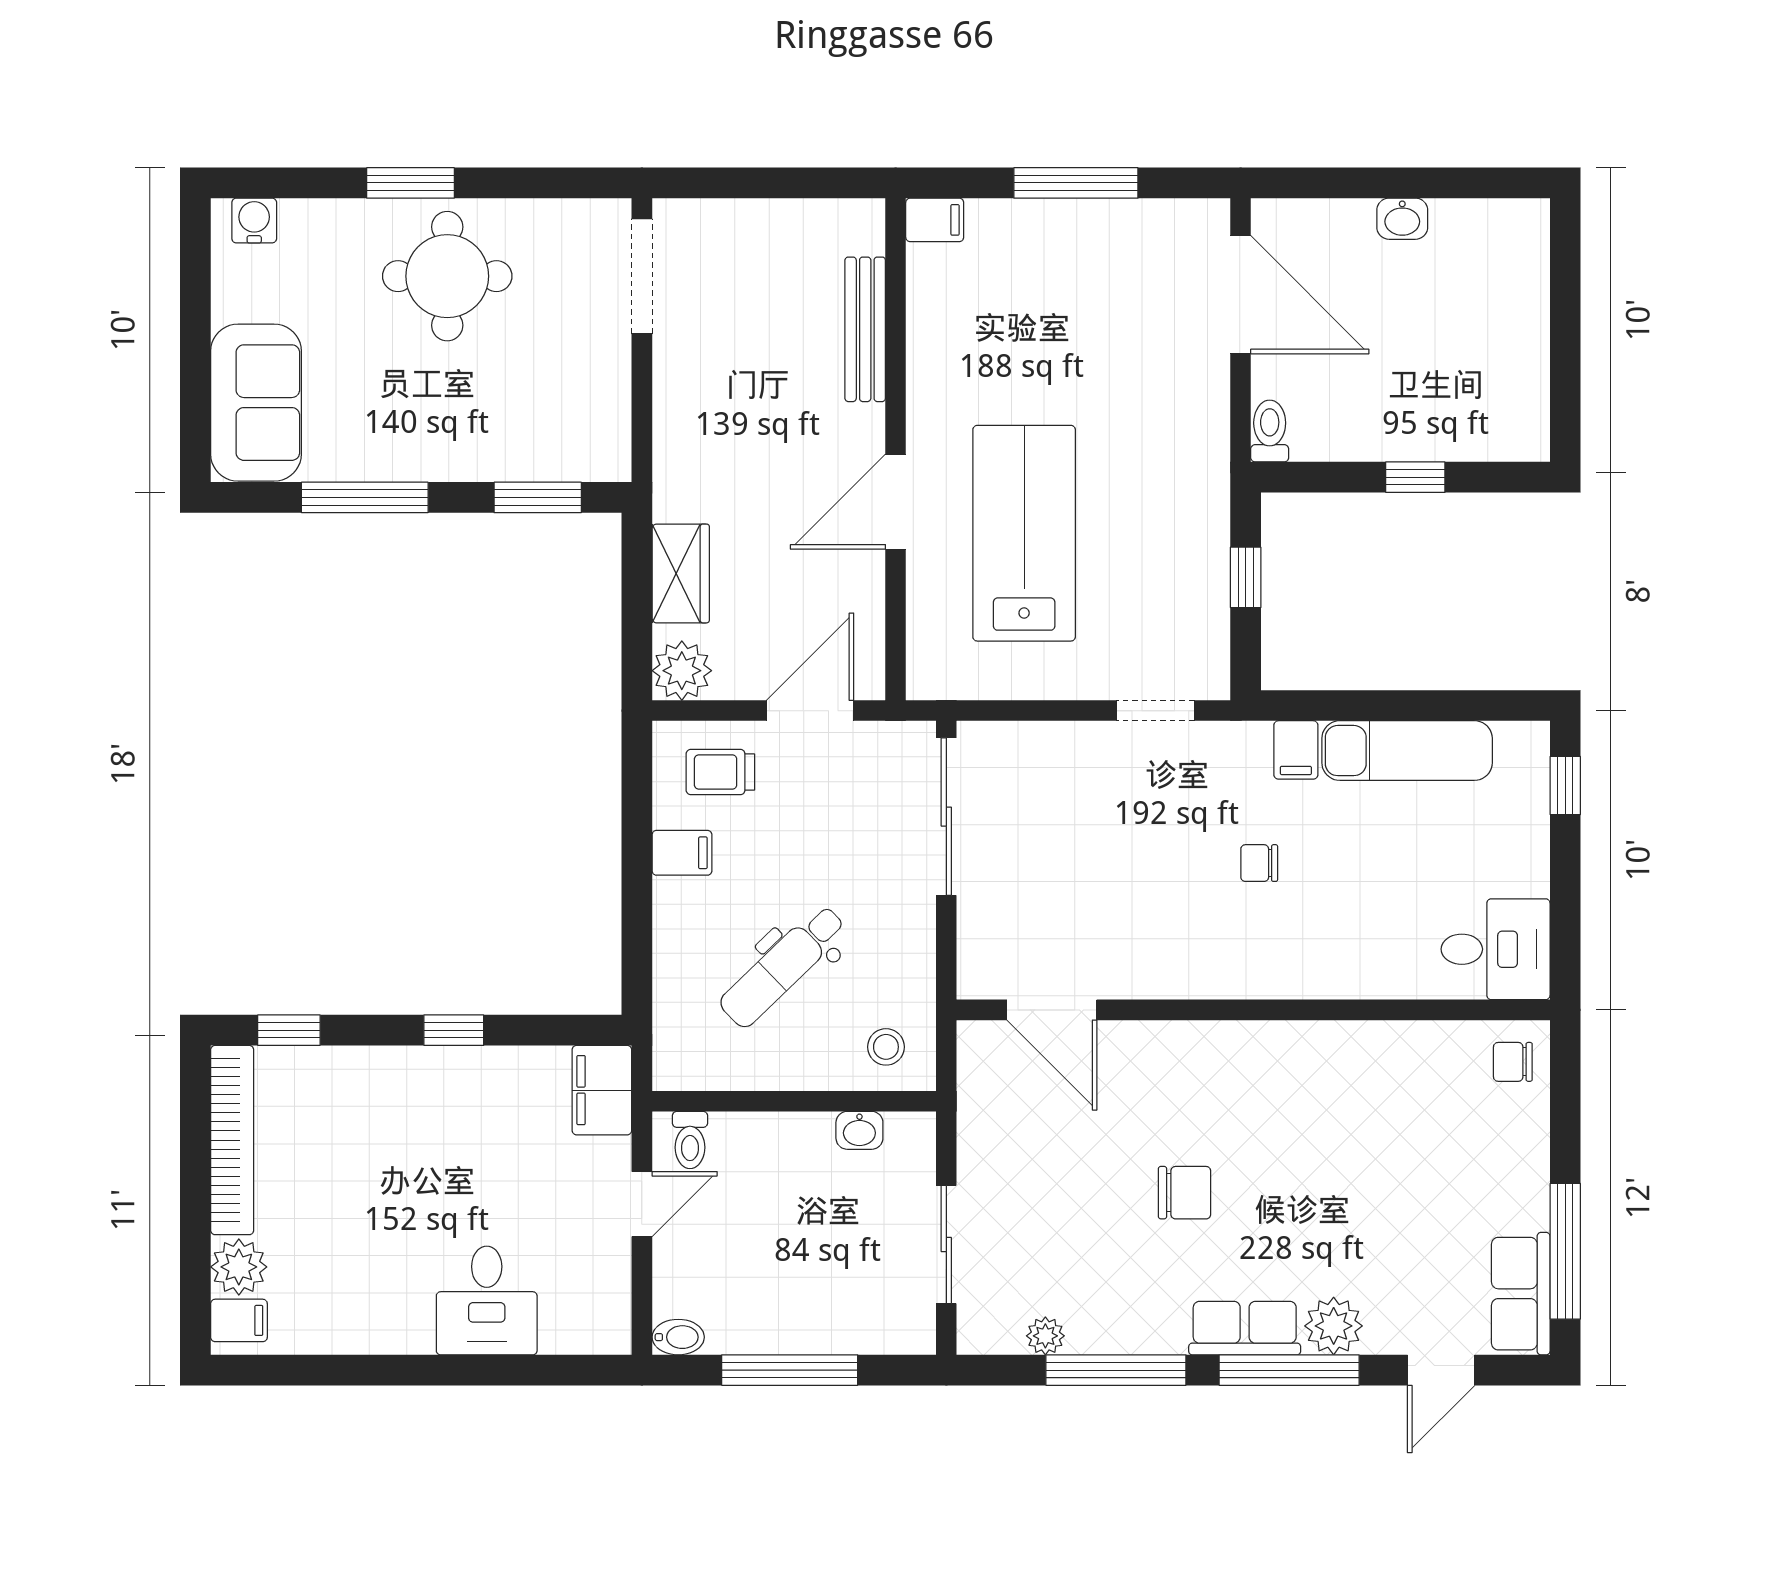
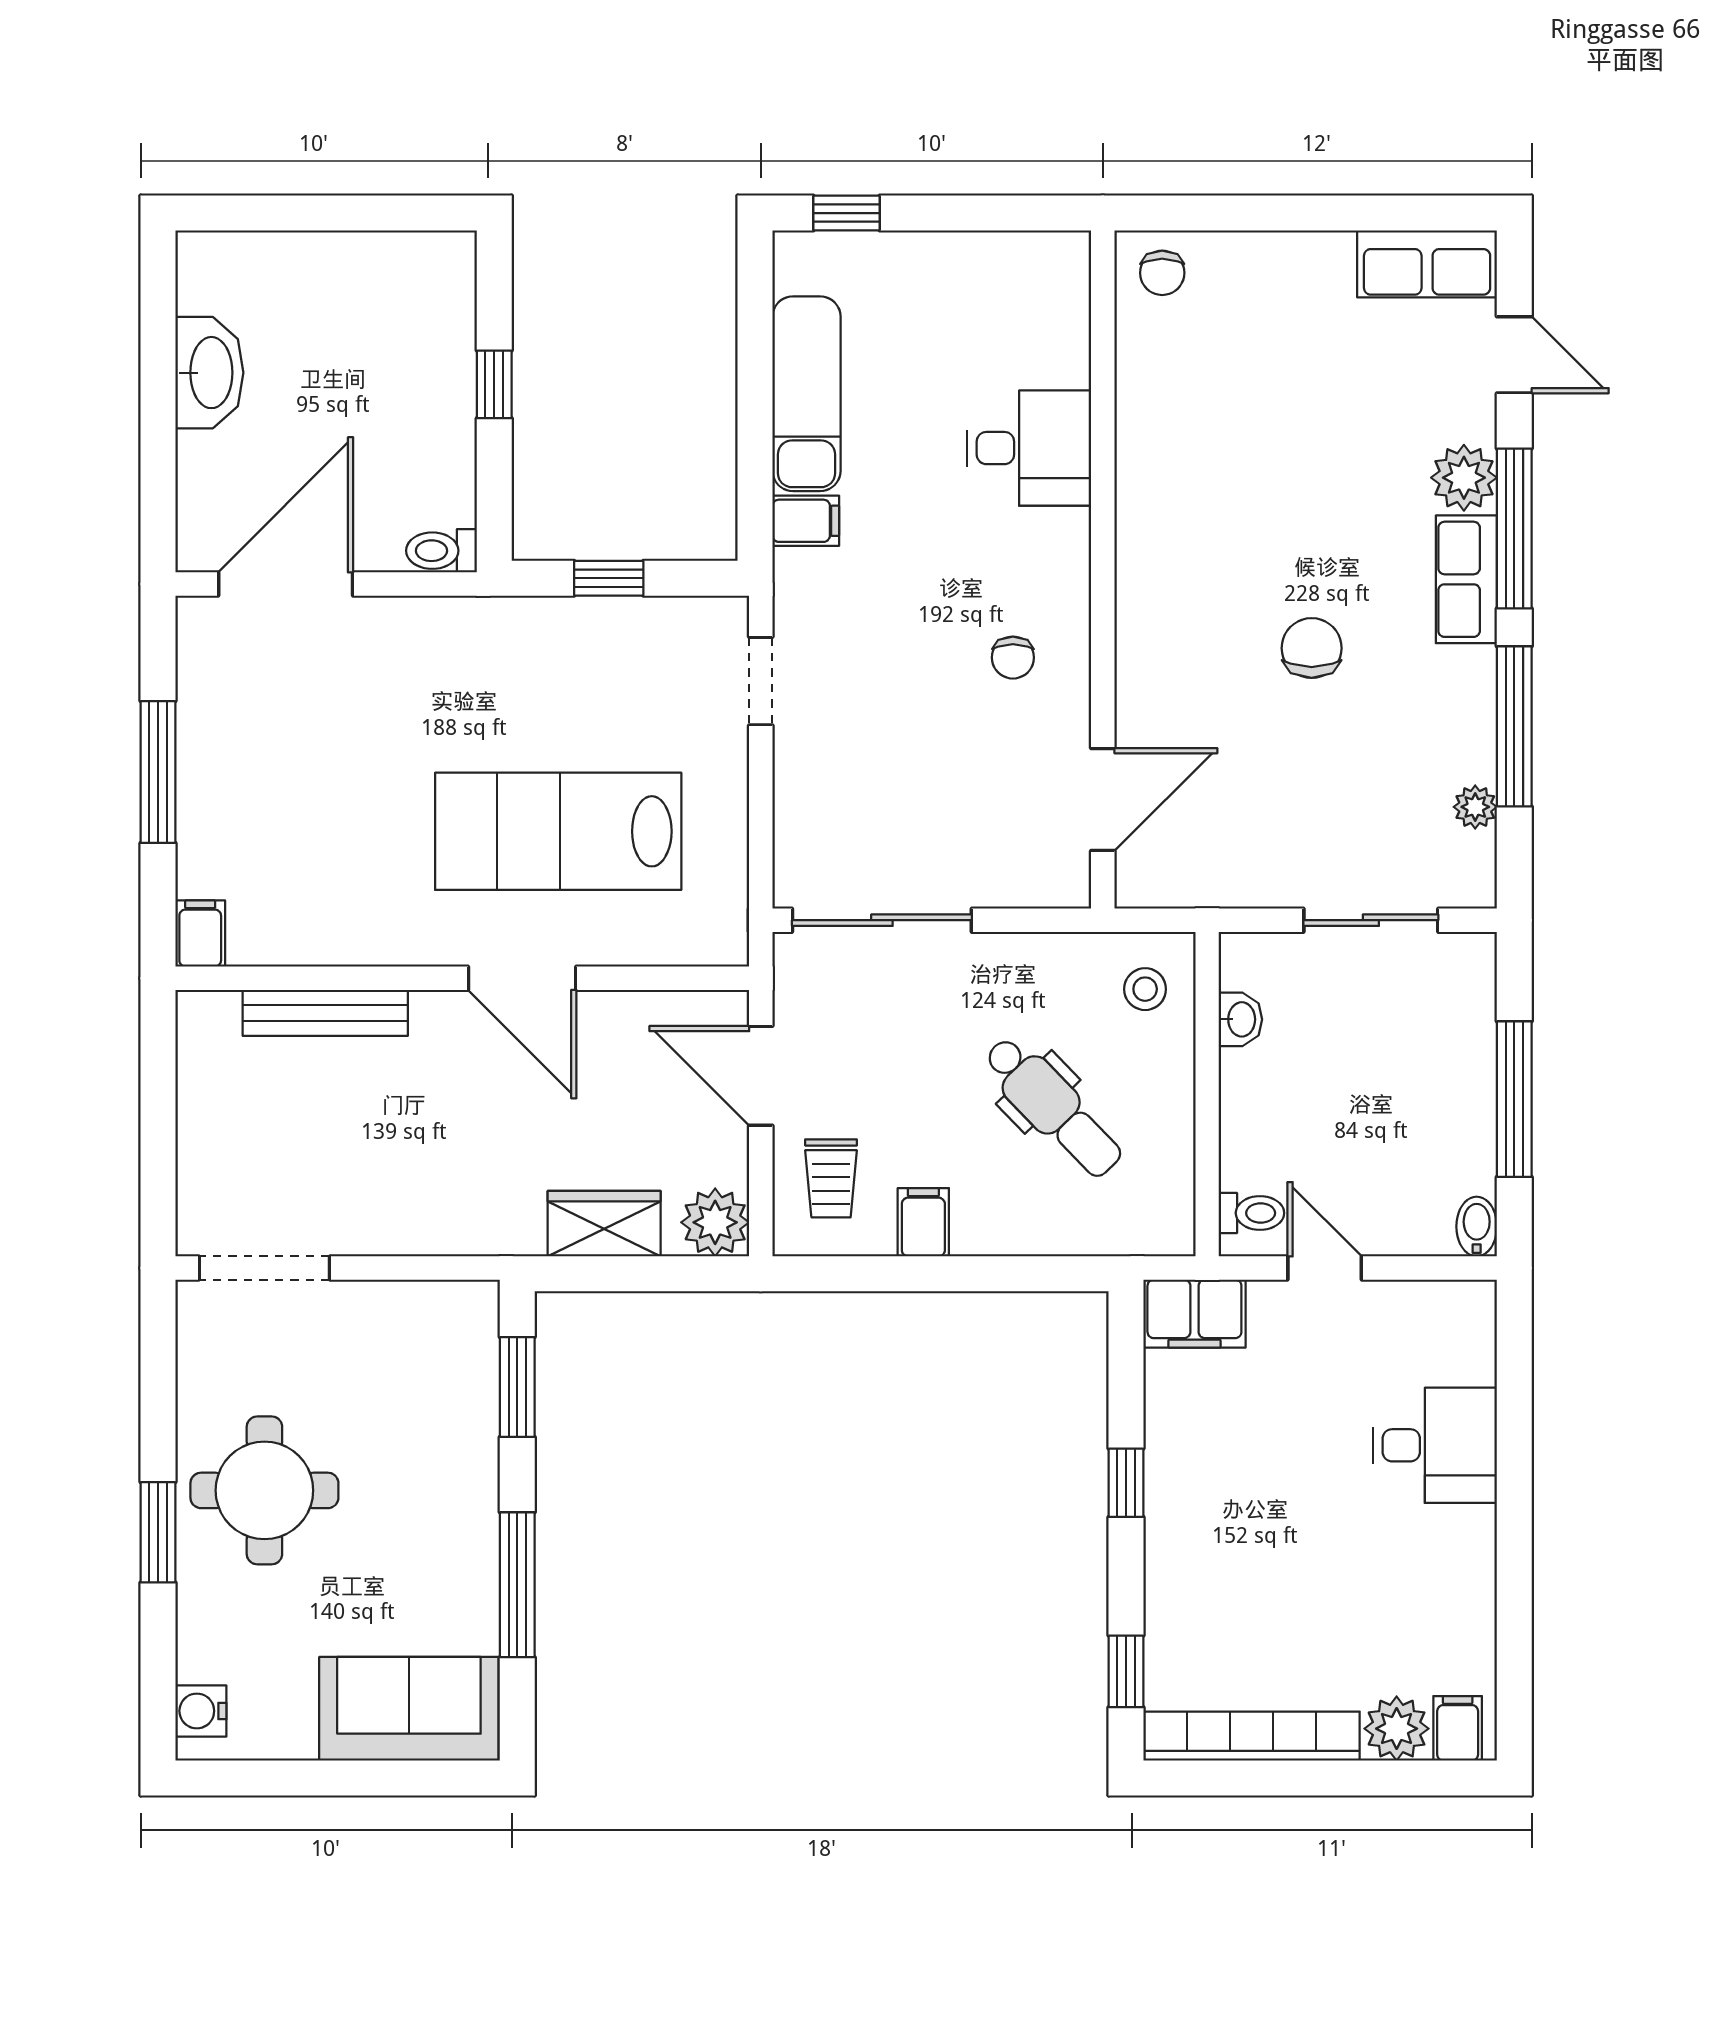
washbasin: (1402, 219) -> (209, 373), width x1.91, depth x1.45
chair: (1259, 863) -> (1013, 658), moved
desk: (1496, 949) -> (1029, 448), moved, turned 90
window: (1565, 1251) -> (1379, 213), removed

